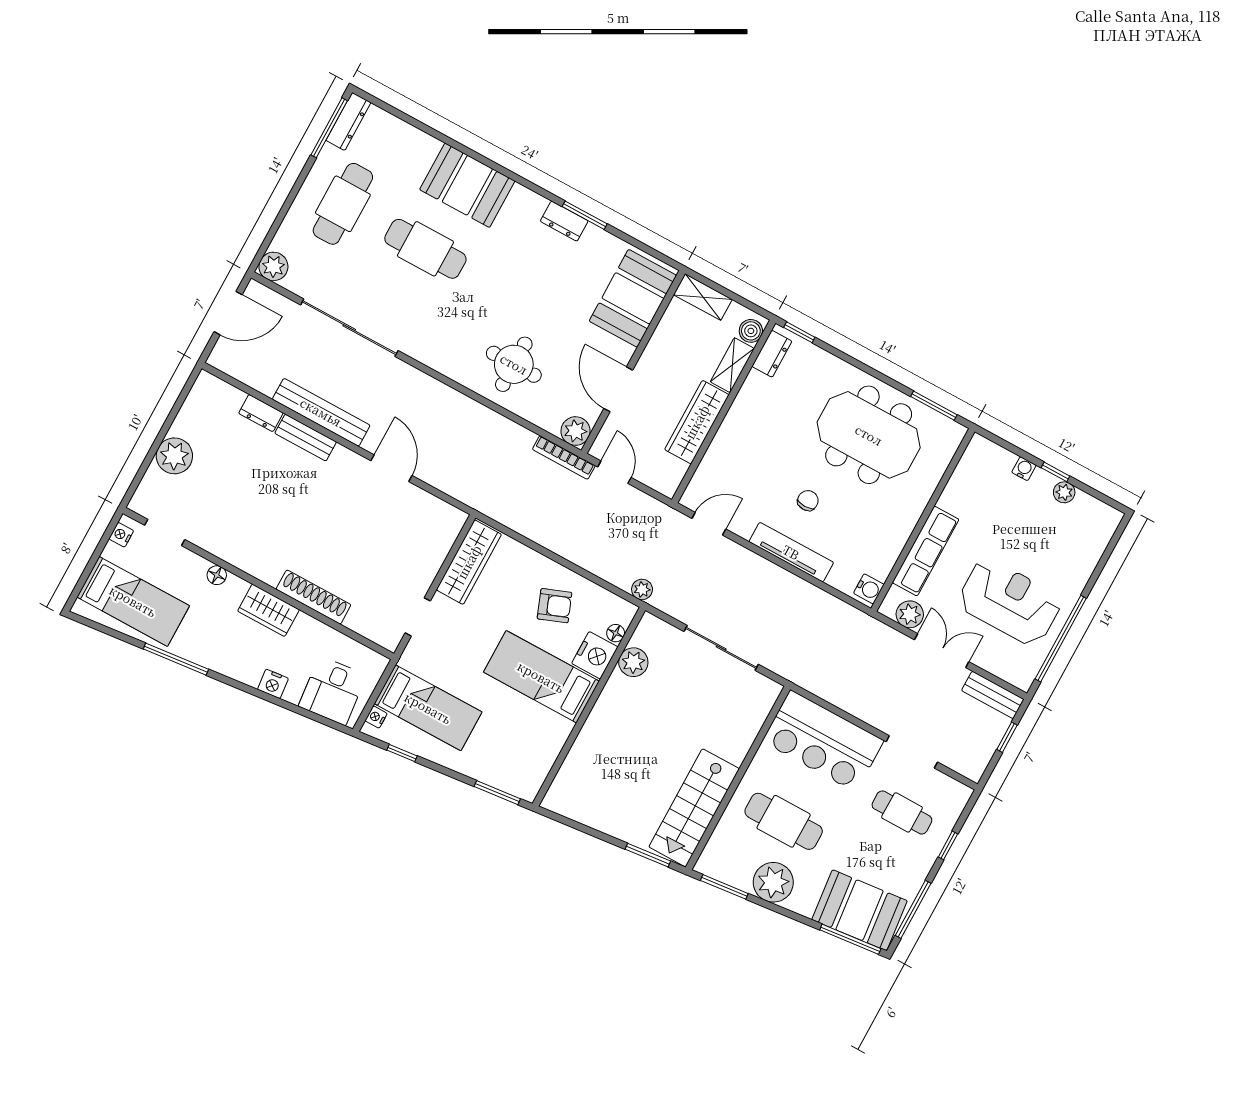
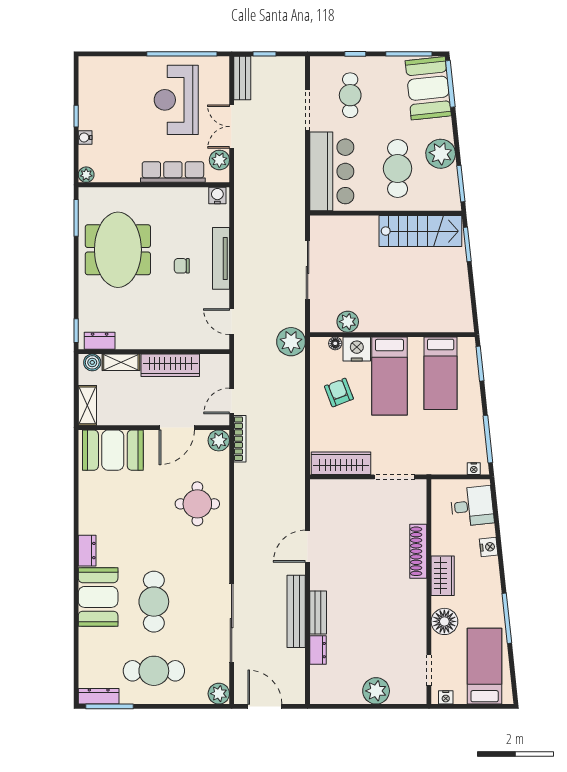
window: (585, 215) -> (76, 511), removed
dresser: (564, 221) -> (87, 551), moved
plant: (1064, 492) -> (86, 175), moved
floor lamp: (217, 575) -> (444, 621), width x1.89, depth x1.89
plant: (642, 589) -> (291, 342), width x1.87, depth x1.87
doorway: (418, 617) -> (394, 477), width x1.38
bed: (428, 708) -> (441, 373), moved, turned 180
window: (402, 753) -> (488, 439), width x2.17

